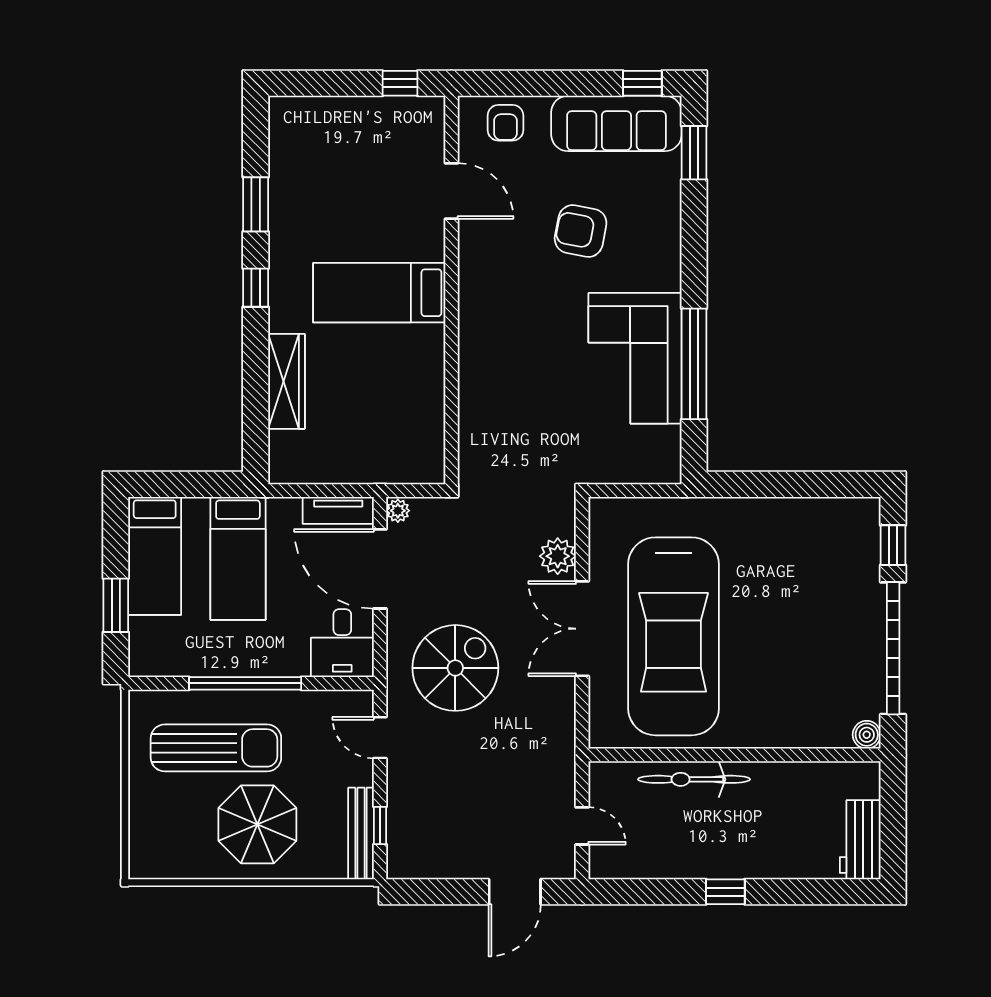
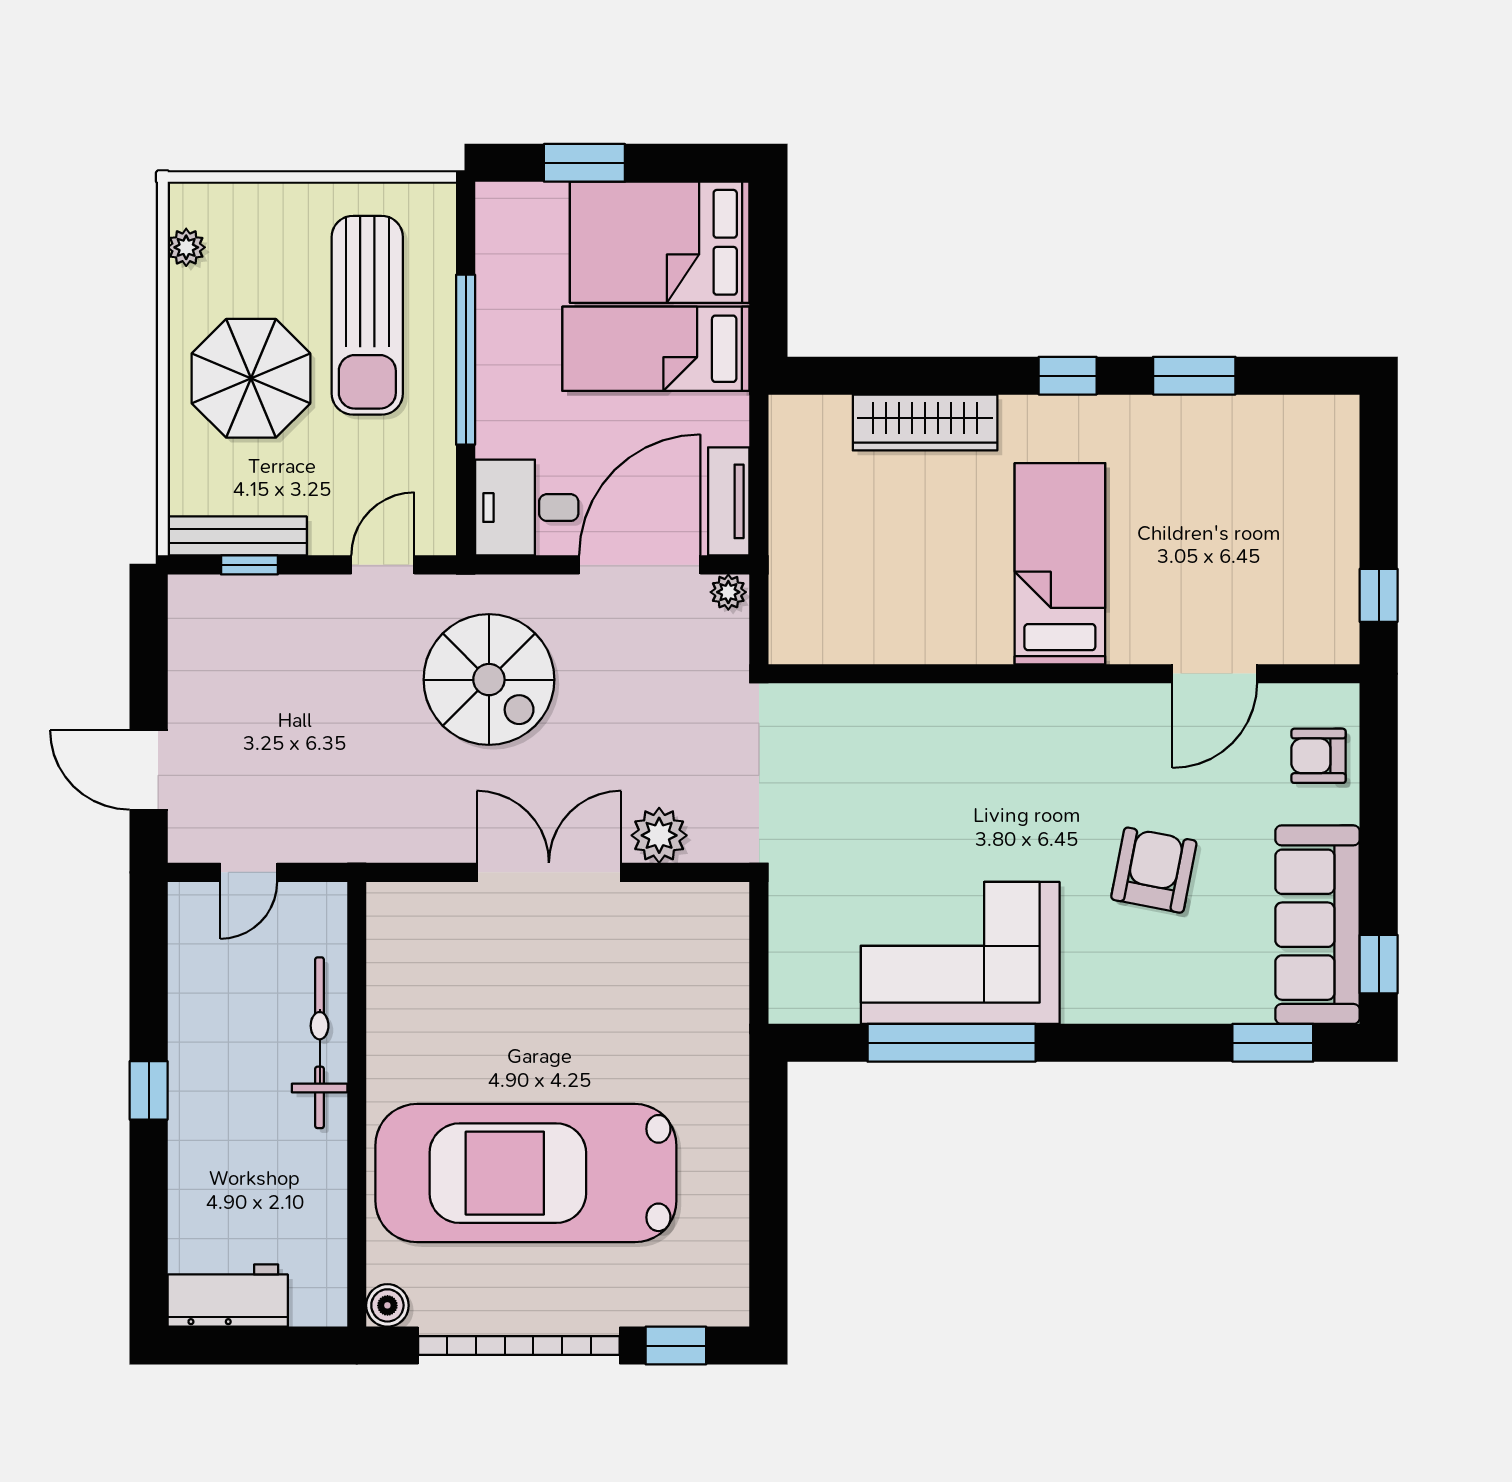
bed: (155, 556) -> (660, 242), width x1.50
car: (674, 636) -> (526, 1173), moved
plant: (171, 867) -> (186, 247), added

